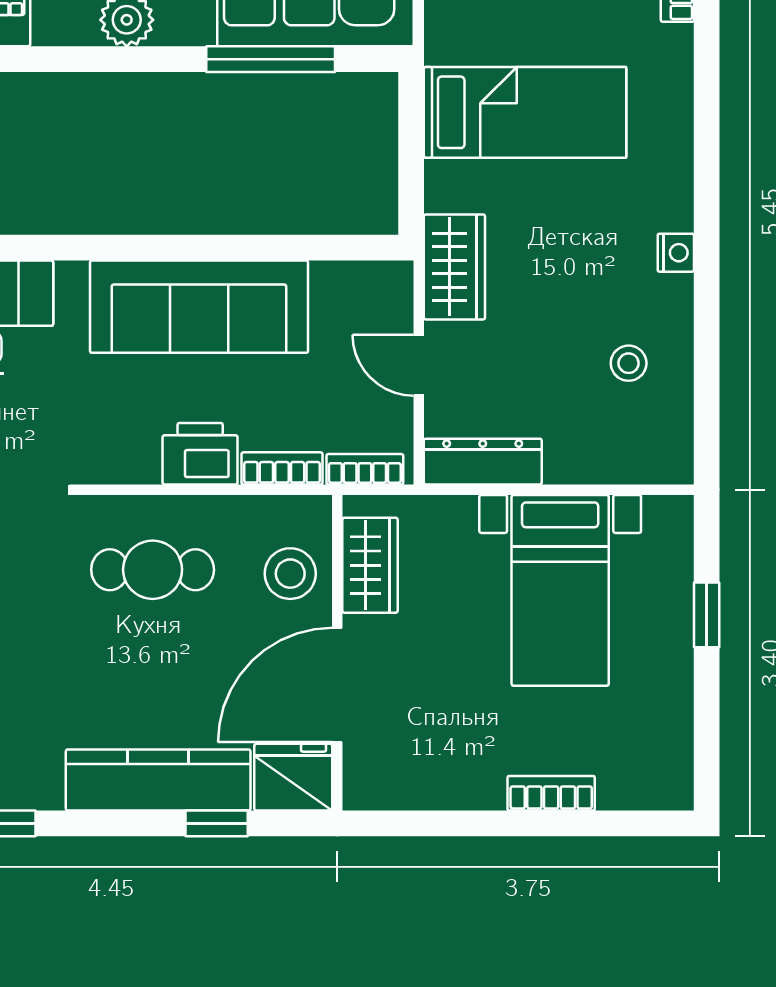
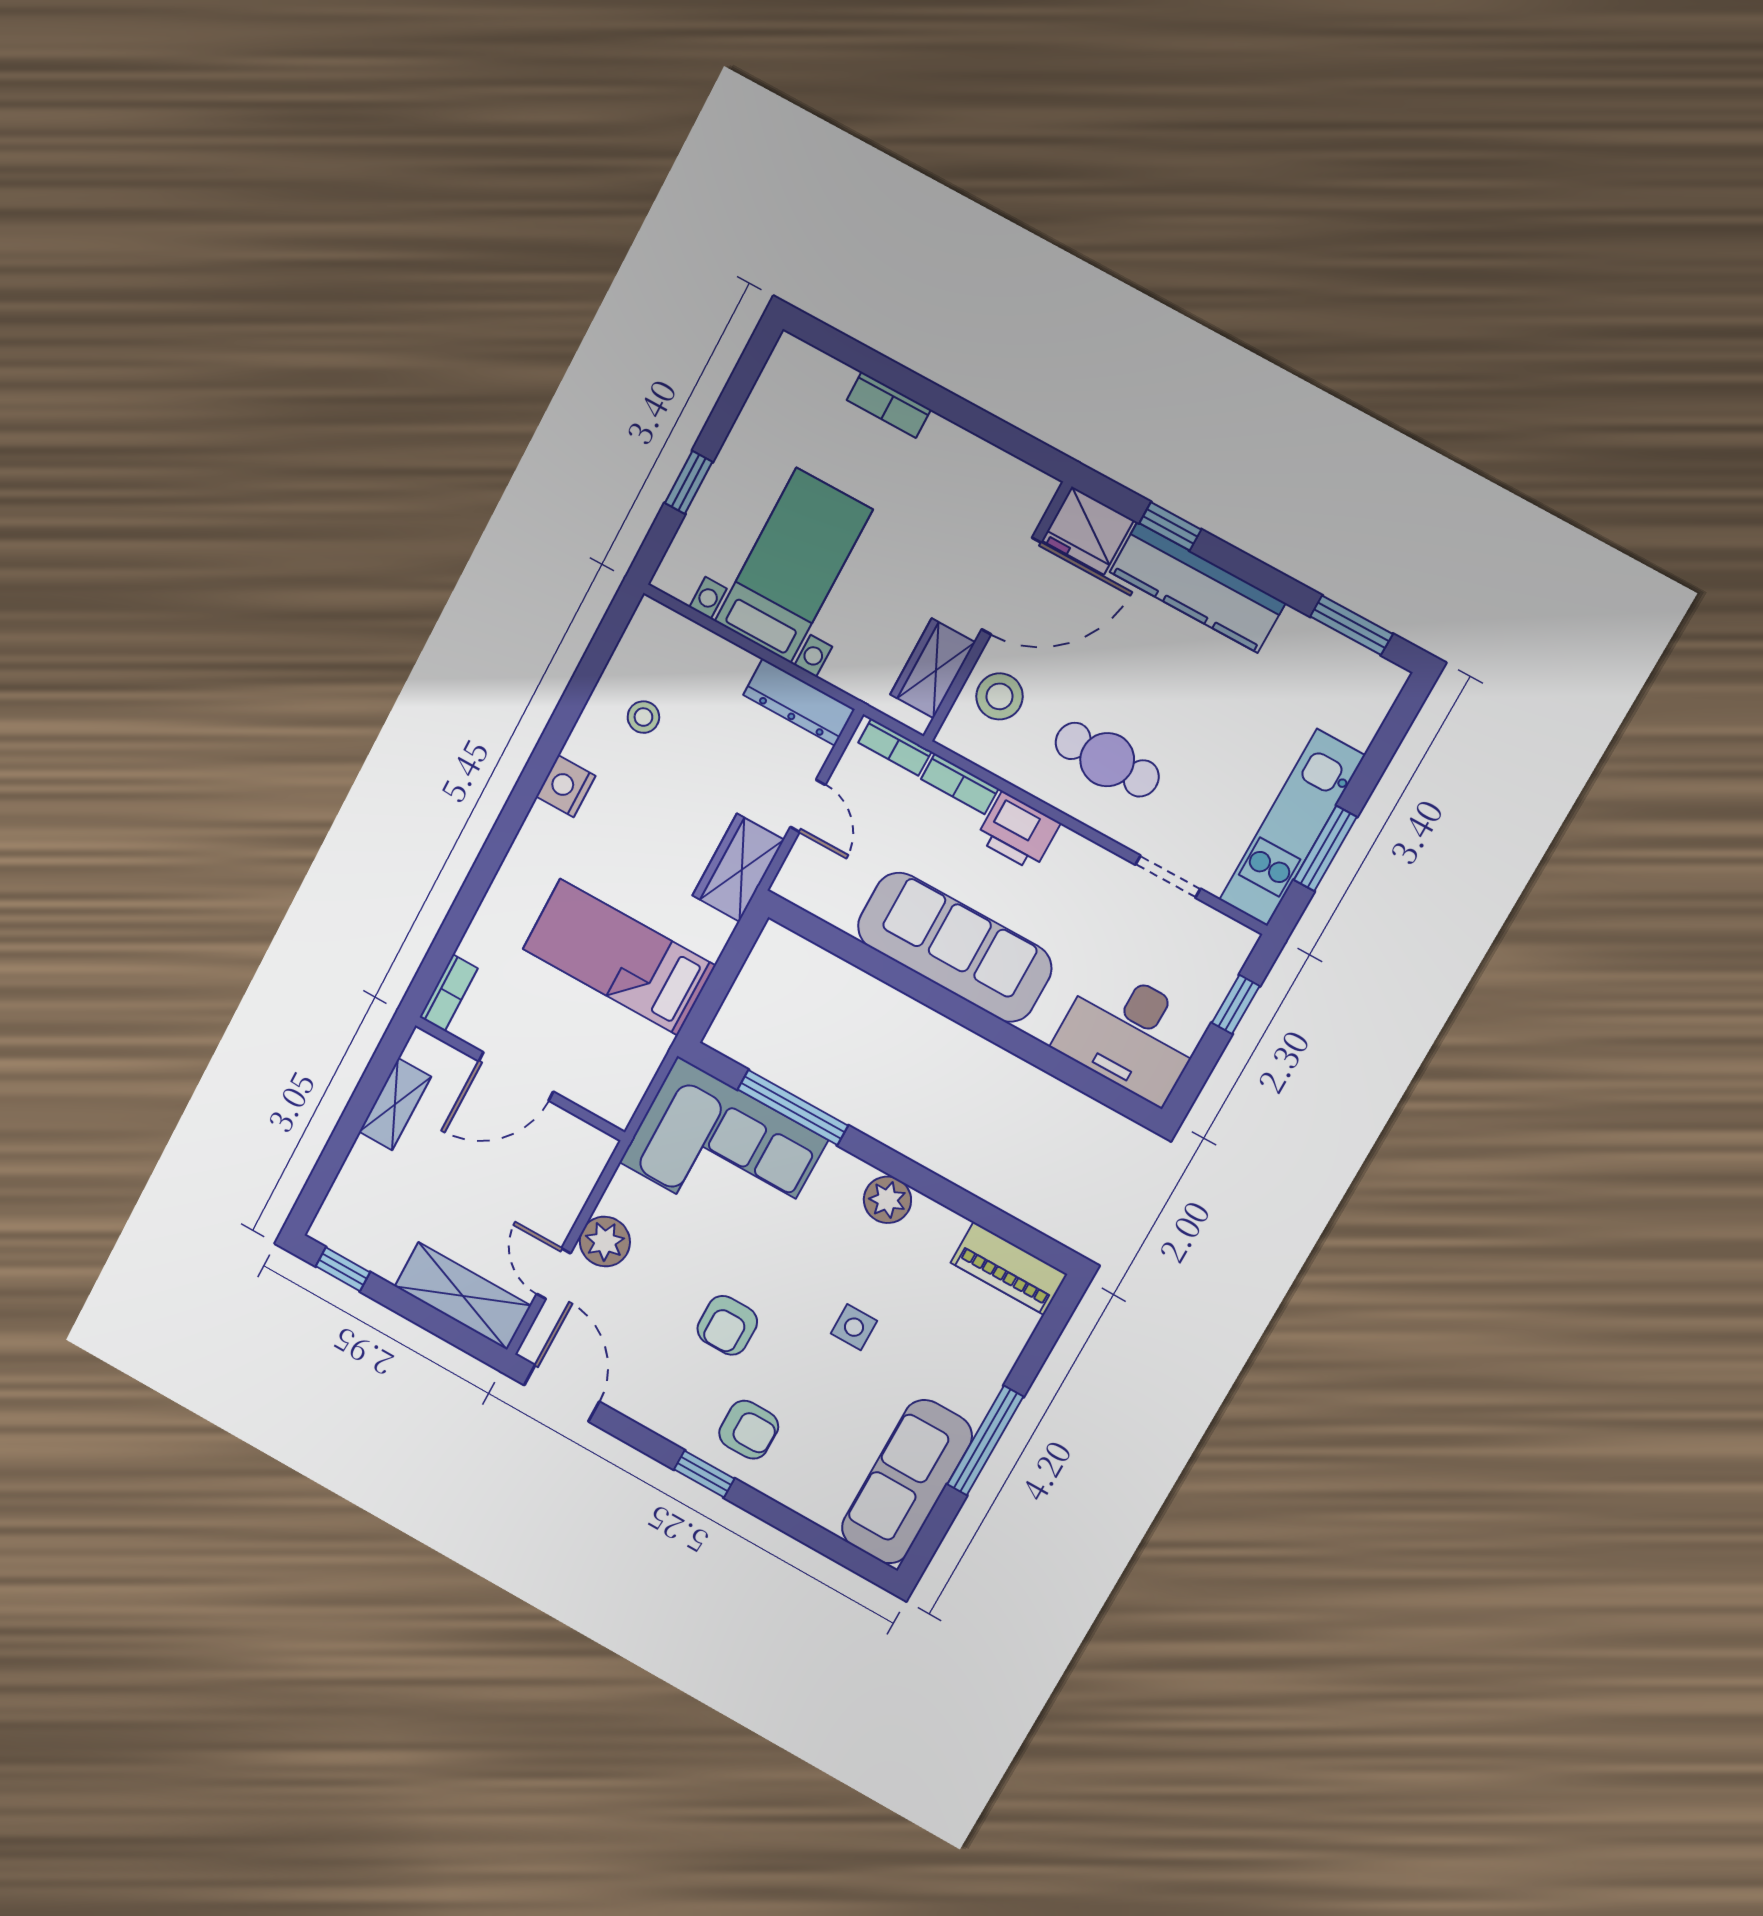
nightstand: (676, 253) -> (566, 786), width x1.39, depth x1.35

